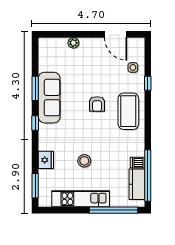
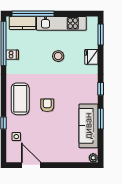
plant: (73, 43) -> (93, 158), moved
sofa: (49, 98) -> (88, 126), moved
kitchen counter: (137, 184) -> (22, 23), moved, turned 90

